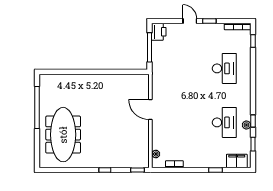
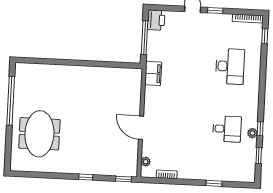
door: (150, 109) -> (141, 128), moved
desk: (224, 122) -> (227, 129), width x0.73
meeting table: (63, 135) -> (39, 134), width x0.73
filing cabinet: (237, 161) -> (153, 73), moved, turned 90

